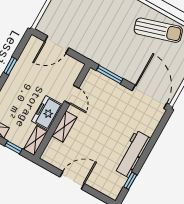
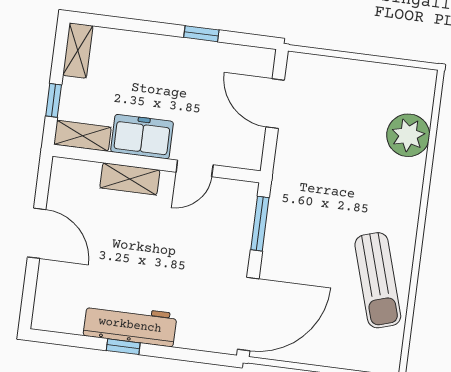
window: (130, 181) -> (123, 347), moved

